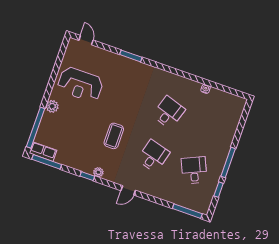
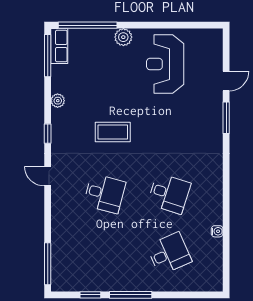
door: (86, 40) -> (226, 81), moved
desk: (194, 170) -> (169, 254), moved
plant: (98, 172) -> (58, 101), moved
window: (87, 176) -> (48, 134), moved

